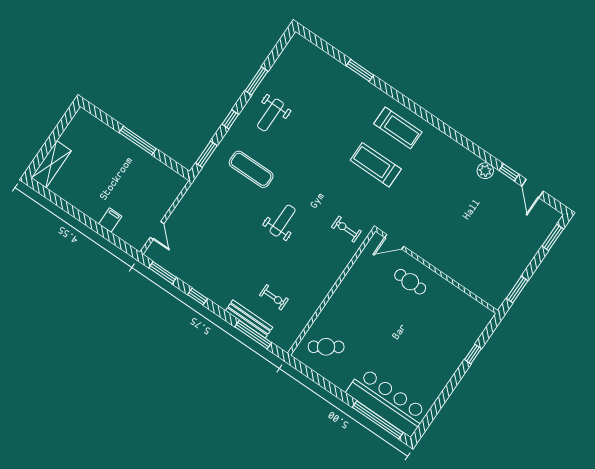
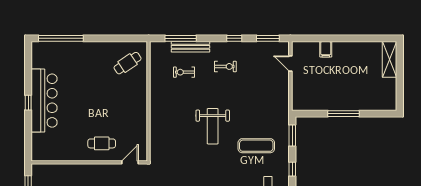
weight bench: (283, 221) -> (213, 126), width x1.36, depth x1.33
exercise bike: (346, 229) -> (225, 66), moved
window: (473, 354) -> (28, 103), moved
bar counter: (387, 402) -> (44, 101), moved, turned -90

